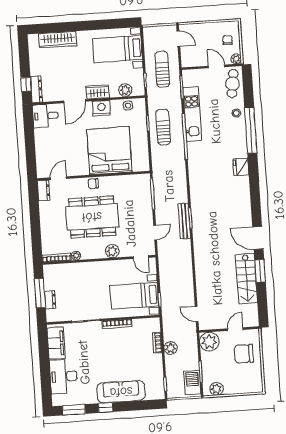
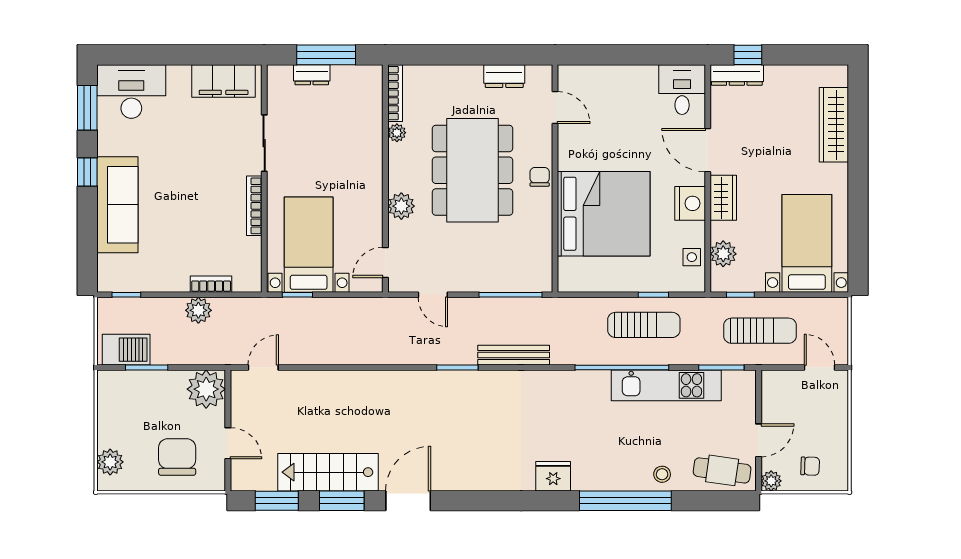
door: (178, 39) -> (820, 367), swing flipped
dresser: (44, 191) -> (504, 76), moved
bench: (184, 221) -> (514, 355), moved
window: (262, 303) -> (277, 501), added
desk: (64, 376) -> (131, 91), moved
plant: (217, 389) -> (110, 462), moved

